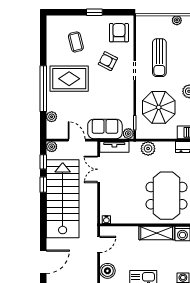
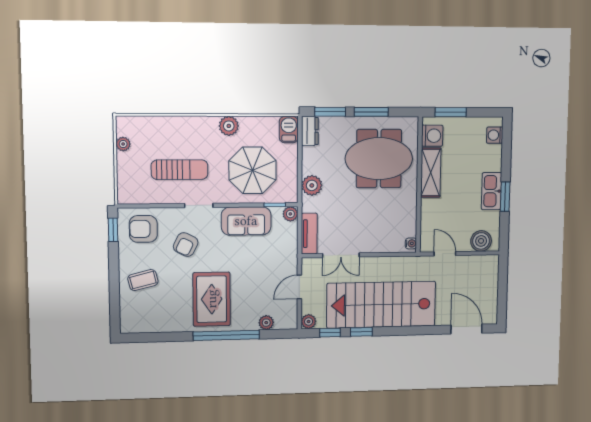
window: (94, 12) -> (113, 230), moved
coffee table: (76, 42) -> (143, 280), moved
sofa: (105, 129) -> (246, 221), moved, turned -90

